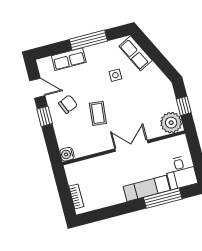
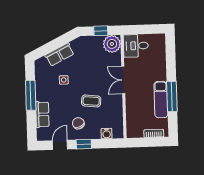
row of seats: (136, 53) -> (59, 55), moved
water cooler: (67, 154) -> (107, 133), moved
desk: (181, 172) -> (136, 46), moved, turned 180
exam couch: (147, 188) -> (161, 100), moved
window: (163, 198) -> (172, 96), moved

